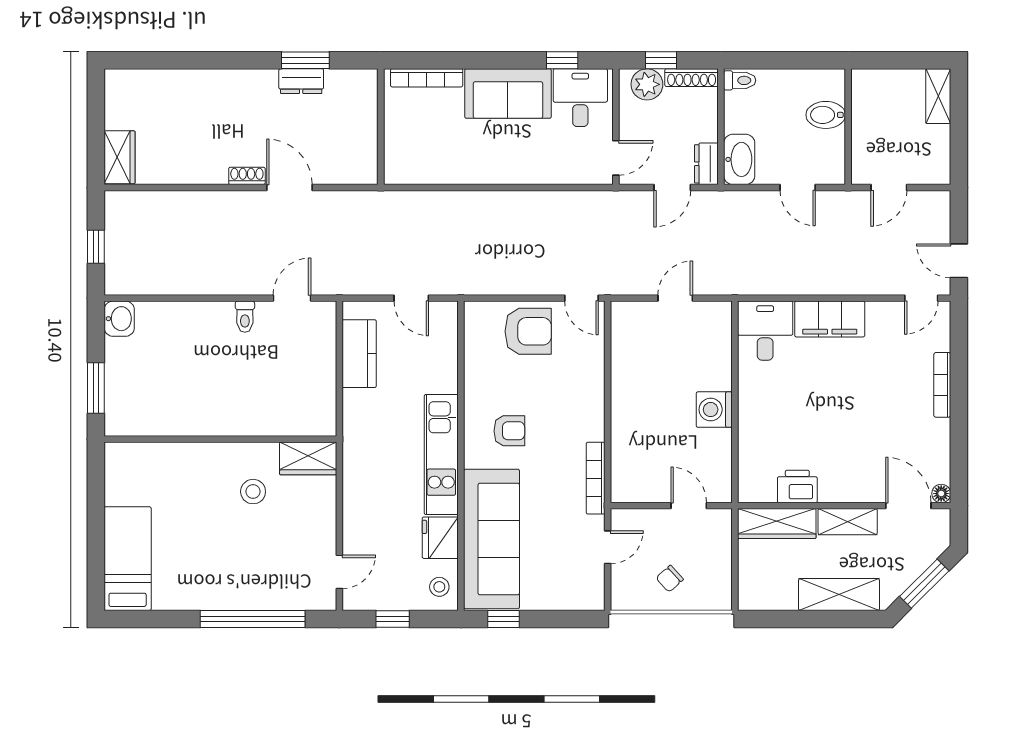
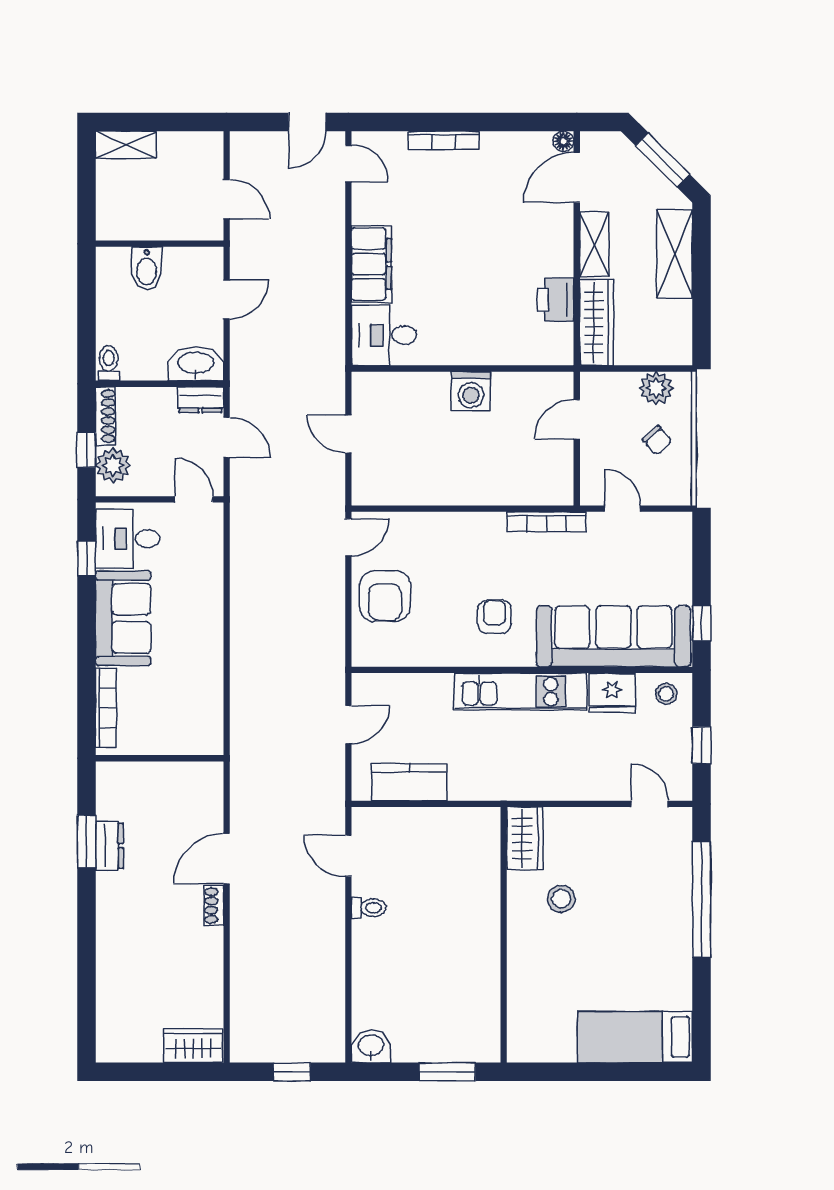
armchair: (528, 331) -> (385, 596), turned 180
plant: (717, 578) -> (656, 388), added

